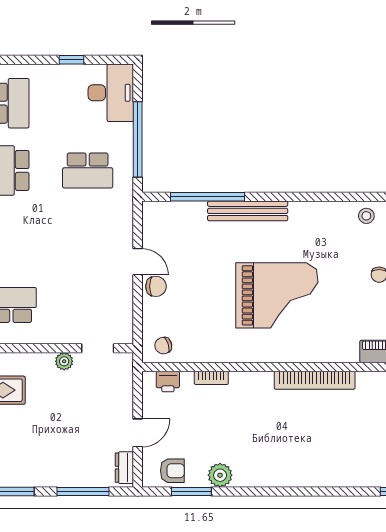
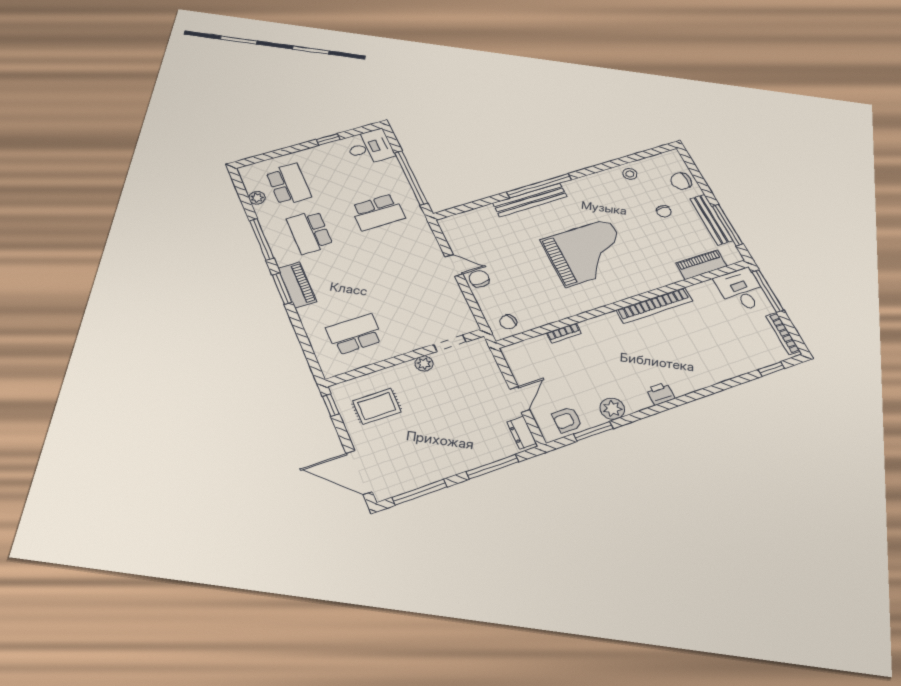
desk: (111, 93) -> (370, 147), width x0.73
window: (208, 197) -> (539, 186), moved
chair: (156, 286) -> (479, 279), turned -90
printer: (168, 382) -> (661, 394), moved, turned 180
armchair: (172, 471) -> (567, 420), turned 180

